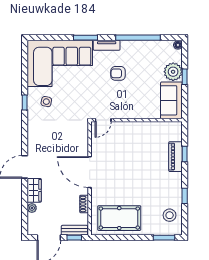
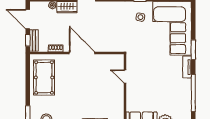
armchair: (118, 73) -> (164, 76), removed
door: (103, 120) -> (125, 77), moved
door: (90, 172) -> (82, 53), hinge flipped

